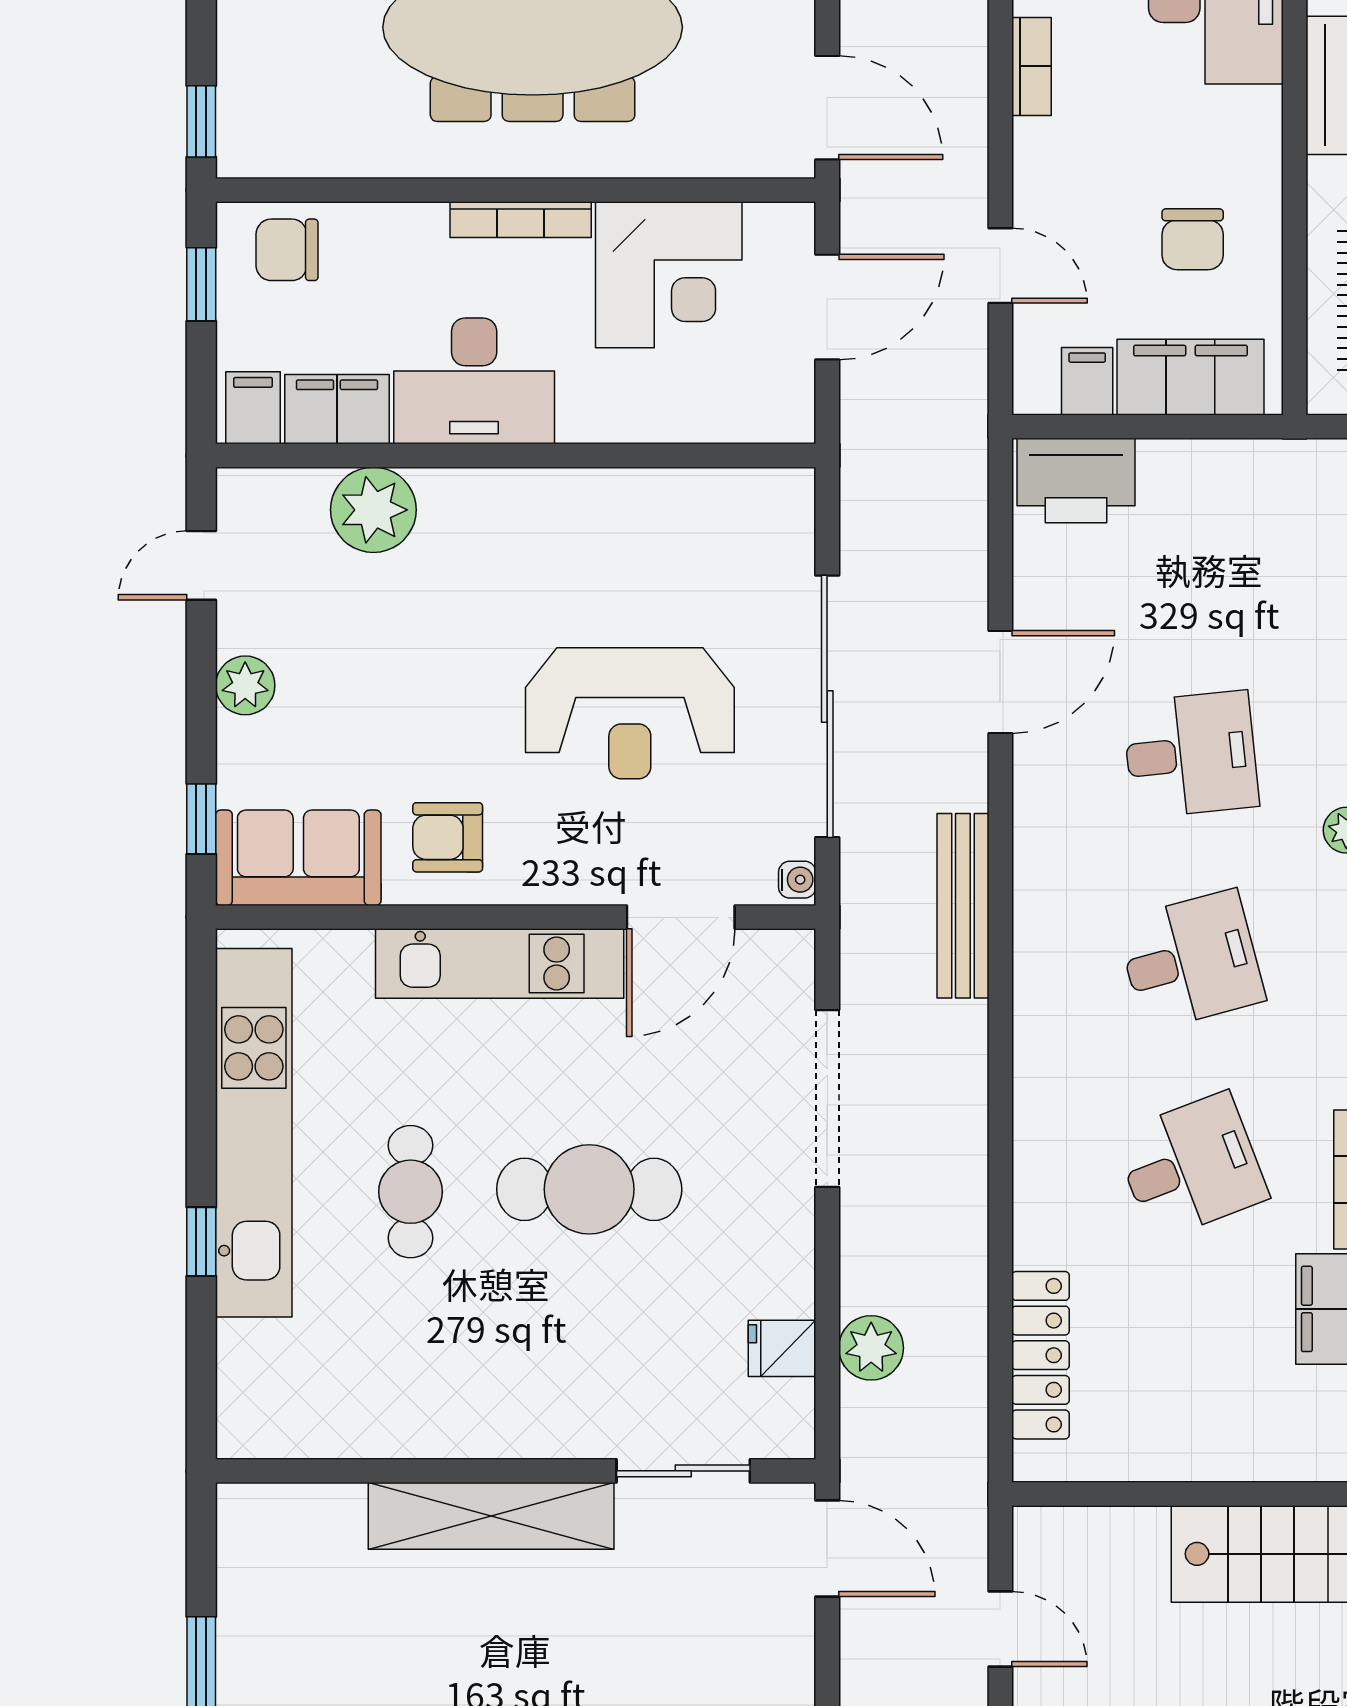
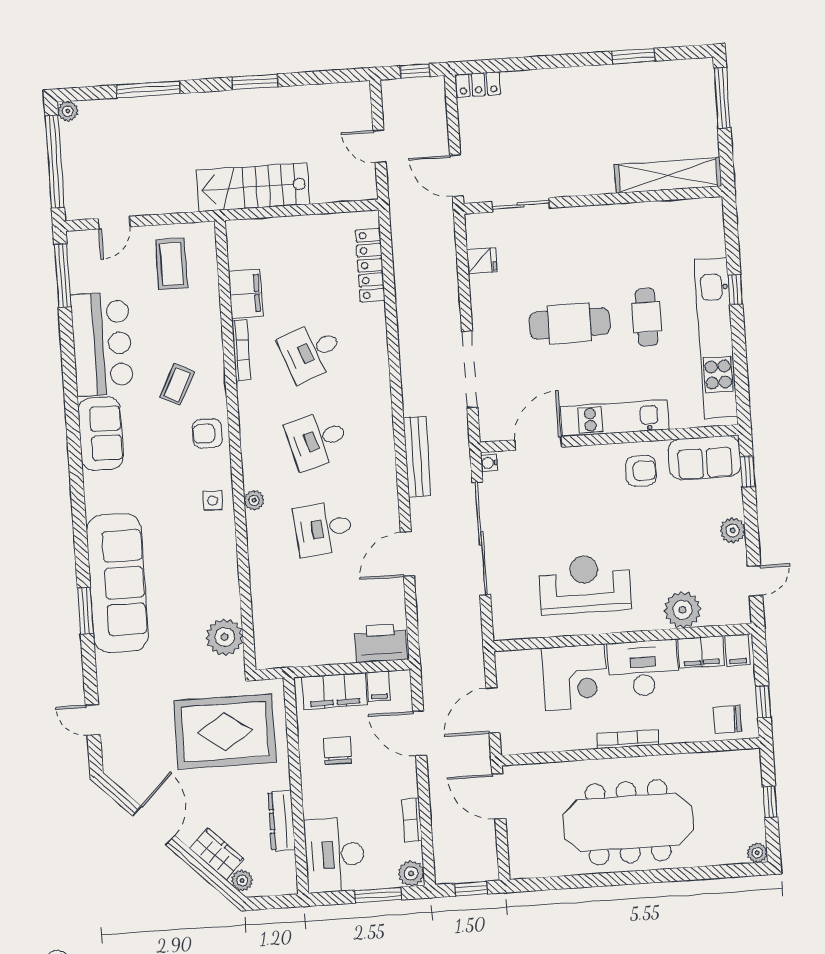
window: (201, 121) -> (770, 802), moved
chair: (287, 250) -> (727, 719), turned 180
door: (1000, 266) -> (420, 733), width x1.38
corner desk: (669, 275) -> (575, 677), moved, turned 180
reception desk: (630, 713) -> (585, 584), moved
plant: (871, 1348) -> (443, 263), removed
shelving: (491, 1516) -> (668, 175), moved

